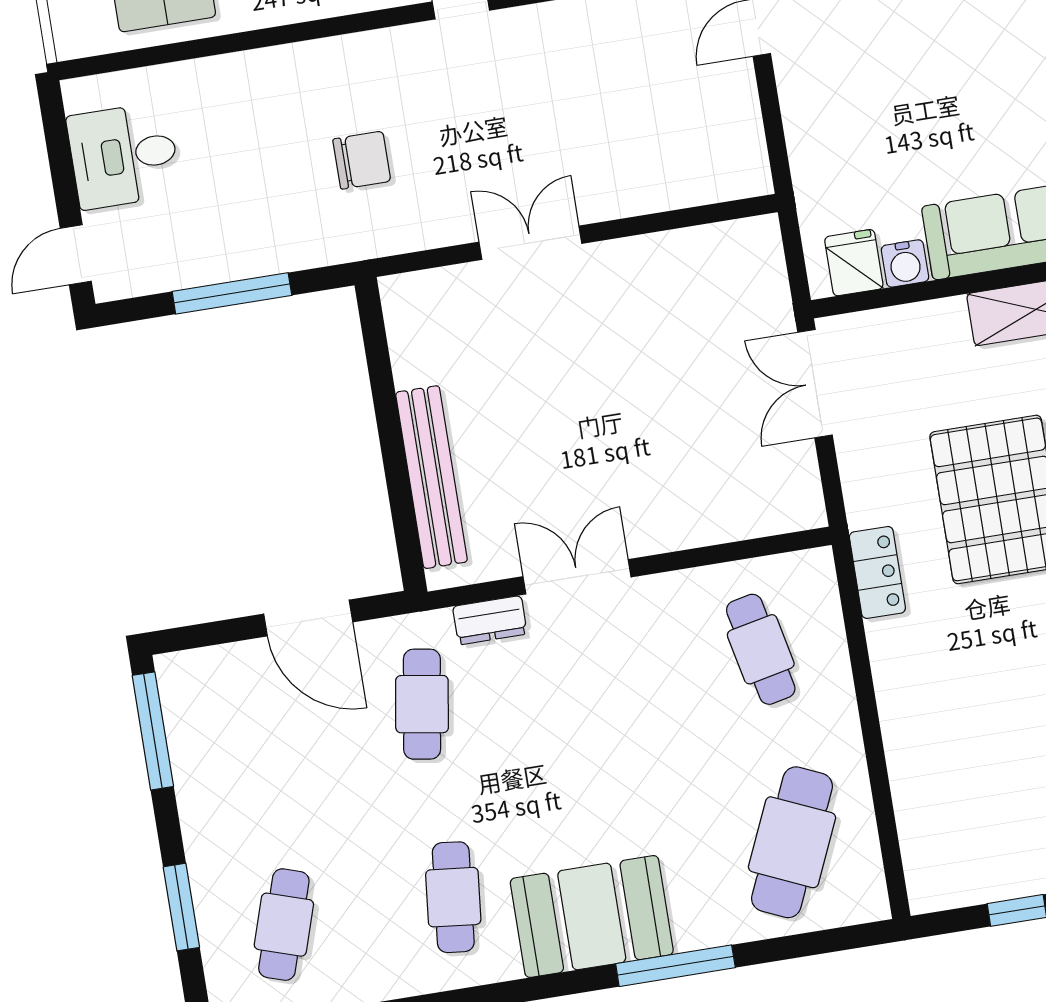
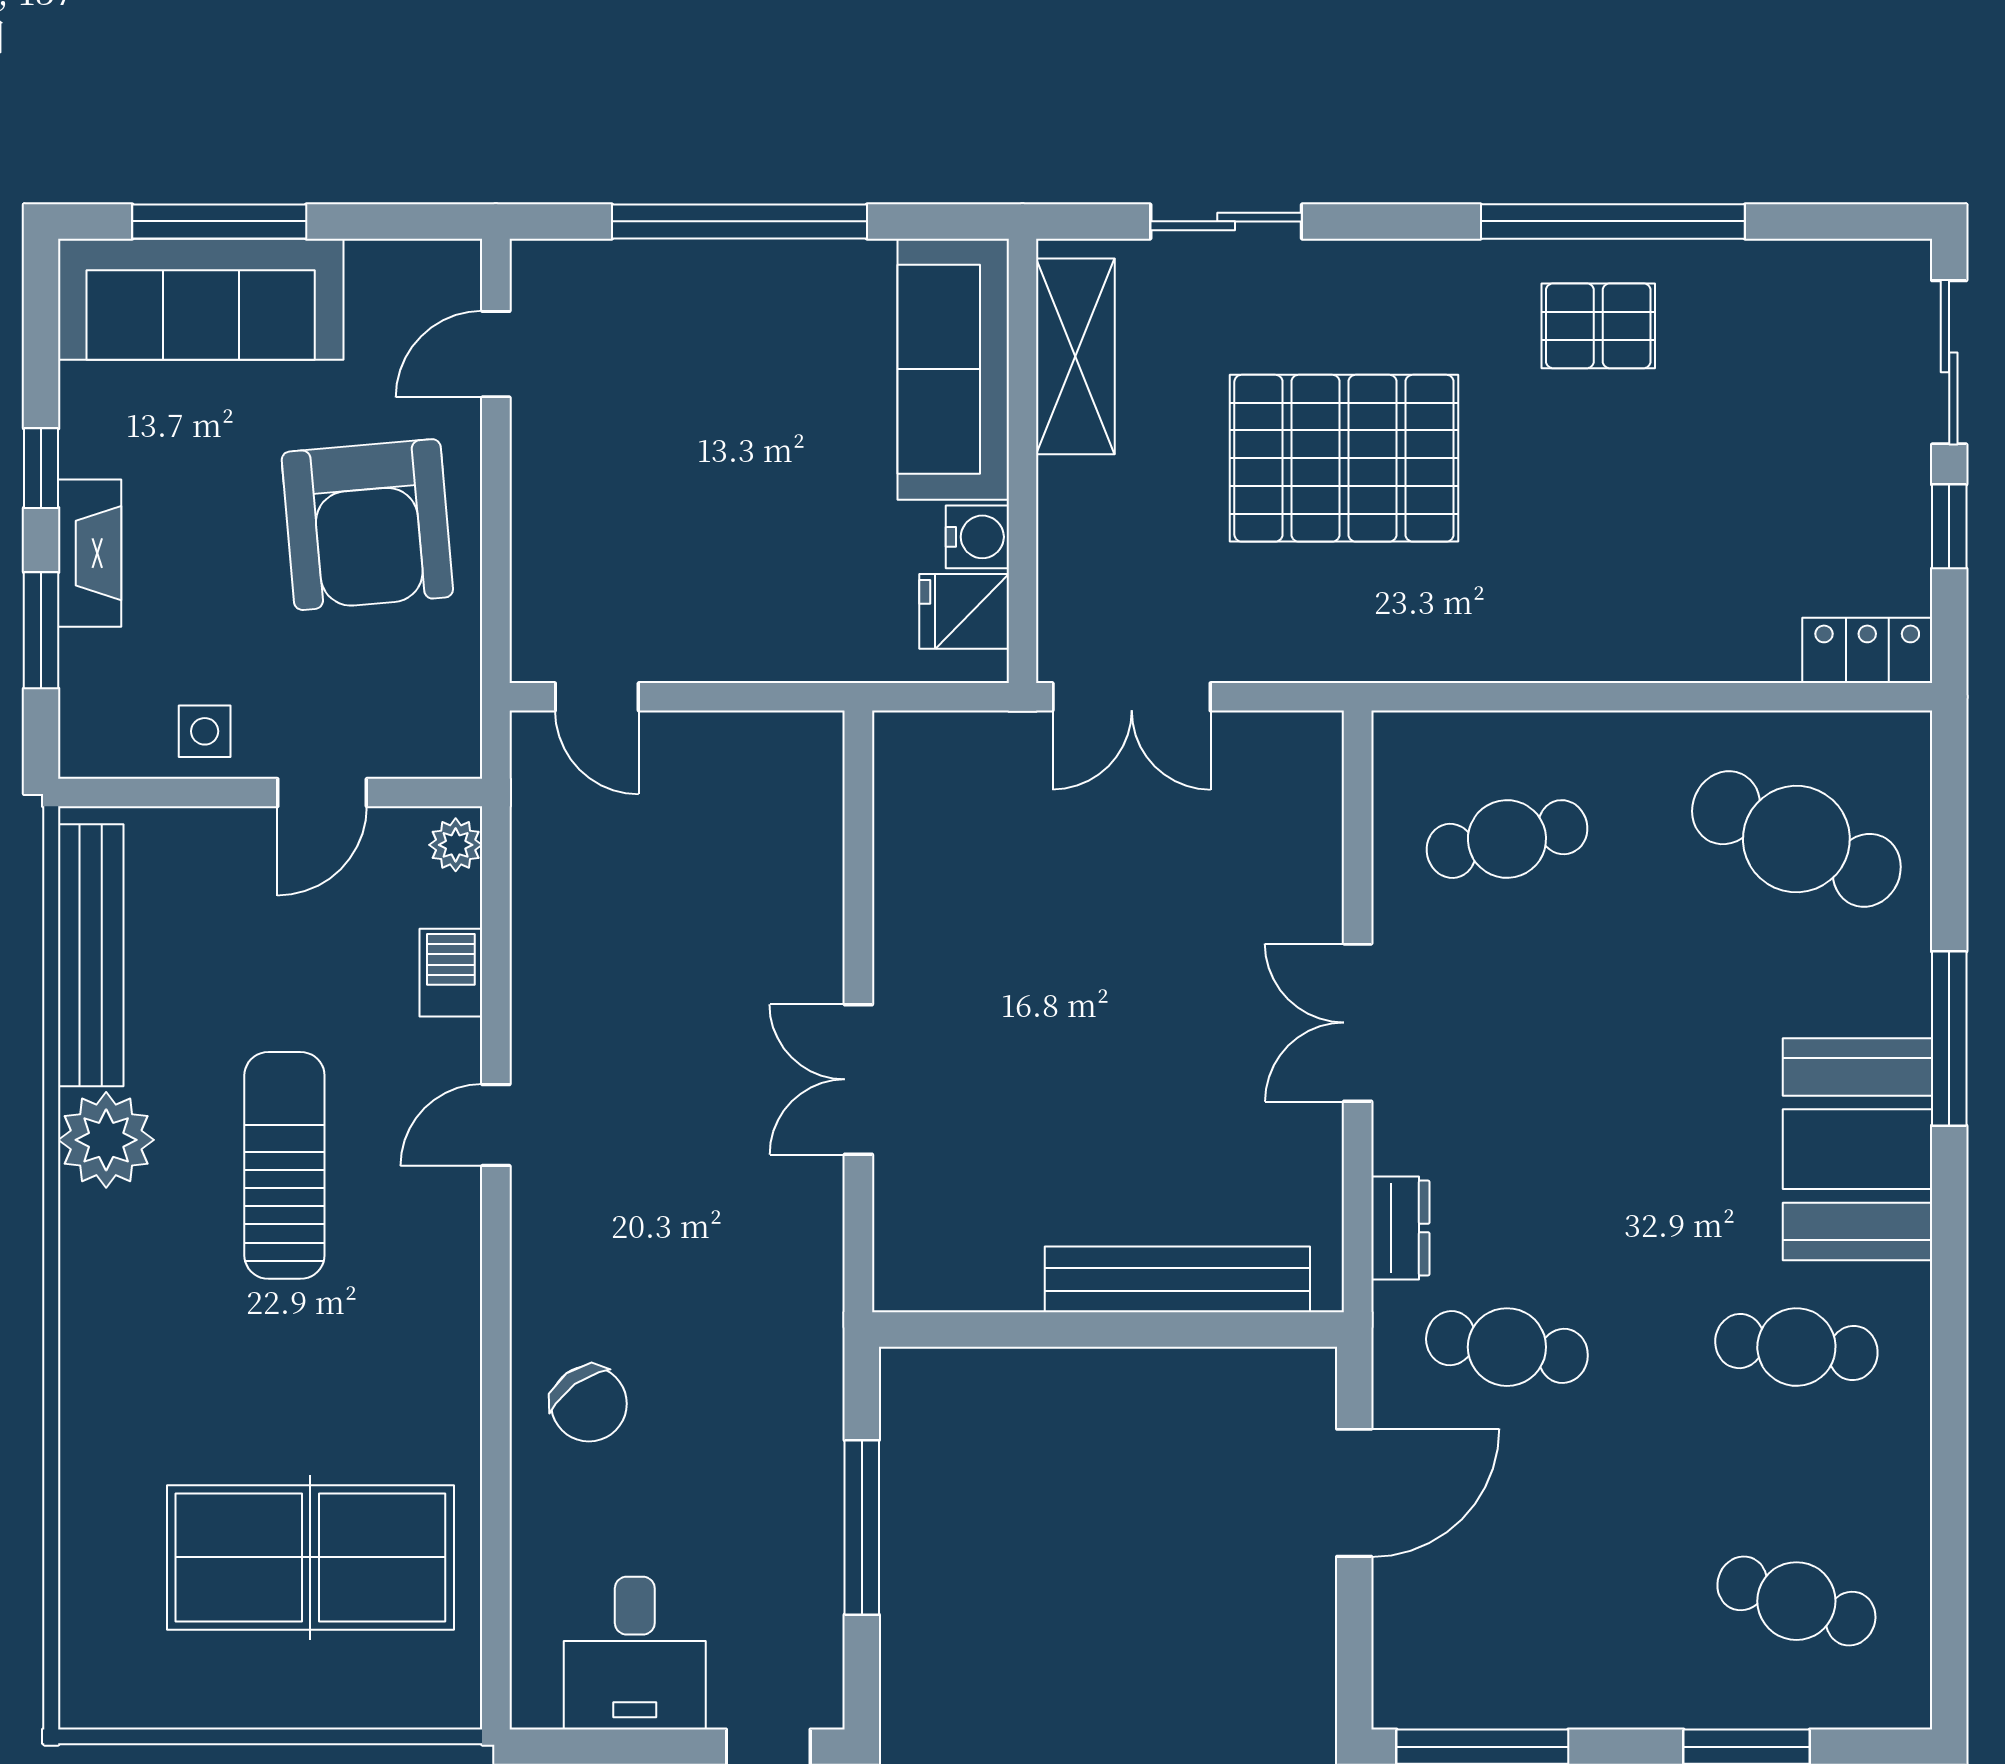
chair: (362, 160) -> (589, 1404), moved, turned 144
locker: (877, 572) -> (1867, 650), moved
double door: (577, 577) -> (1358, 1023), moved

